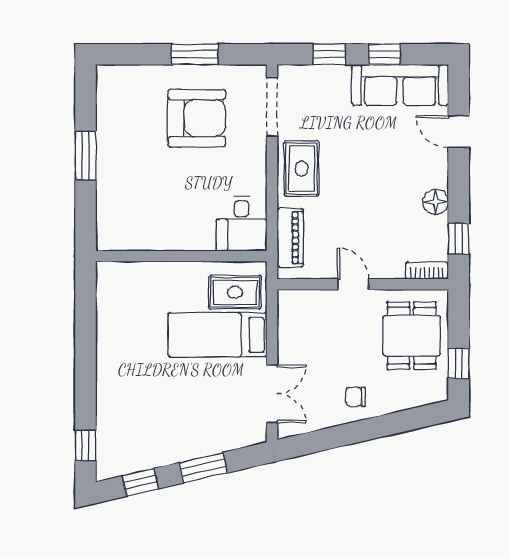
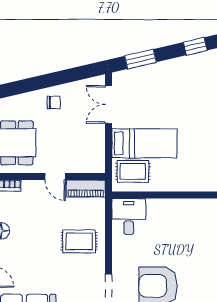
rug: (302, 168) -> (79, 241), moved, turned 90
piano: (290, 238) -> (86, 189), moved, turned -90
window: (203, 468) -> (140, 59), moved

